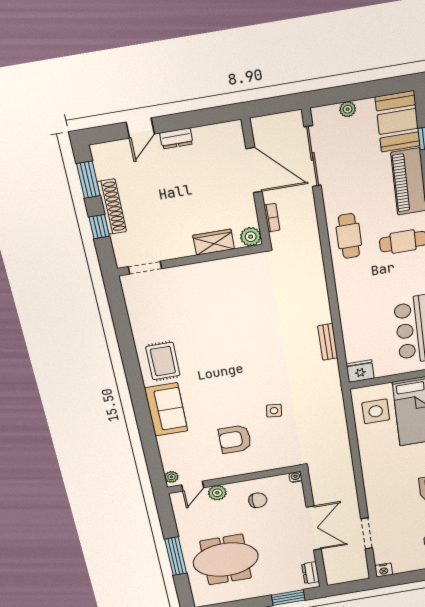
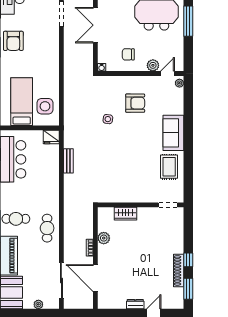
wardrobe: (214, 242) -> (125, 214), moved
wall: (190, 260) -> (141, 205), moved
doorway: (145, 268) -> (168, 205), moved

